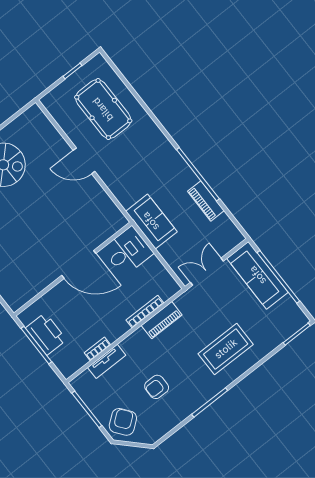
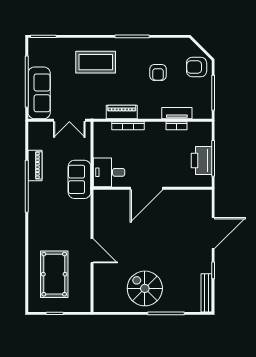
door: (79, 264) -> (146, 188), swing flipped
armchair: (157, 387) -> (158, 72), turned 90
armchair: (123, 422) -> (197, 67), turned 38

